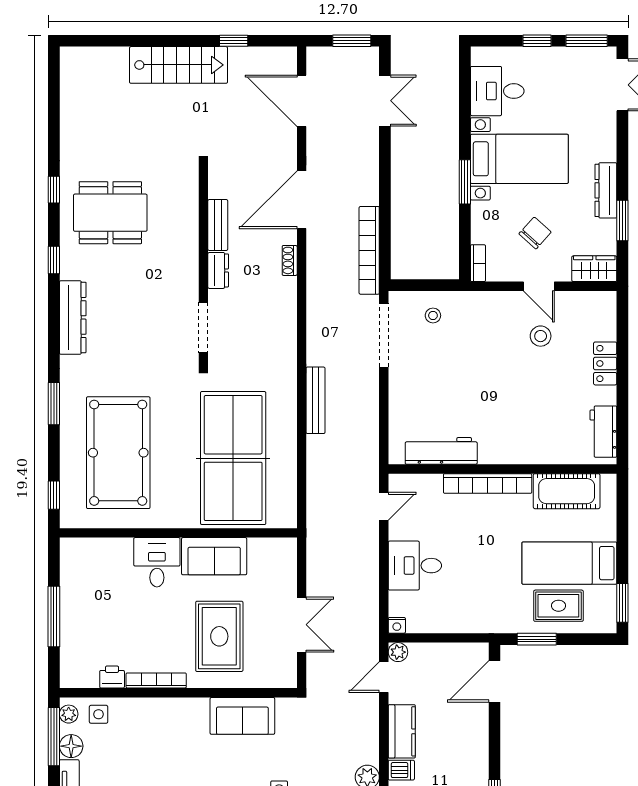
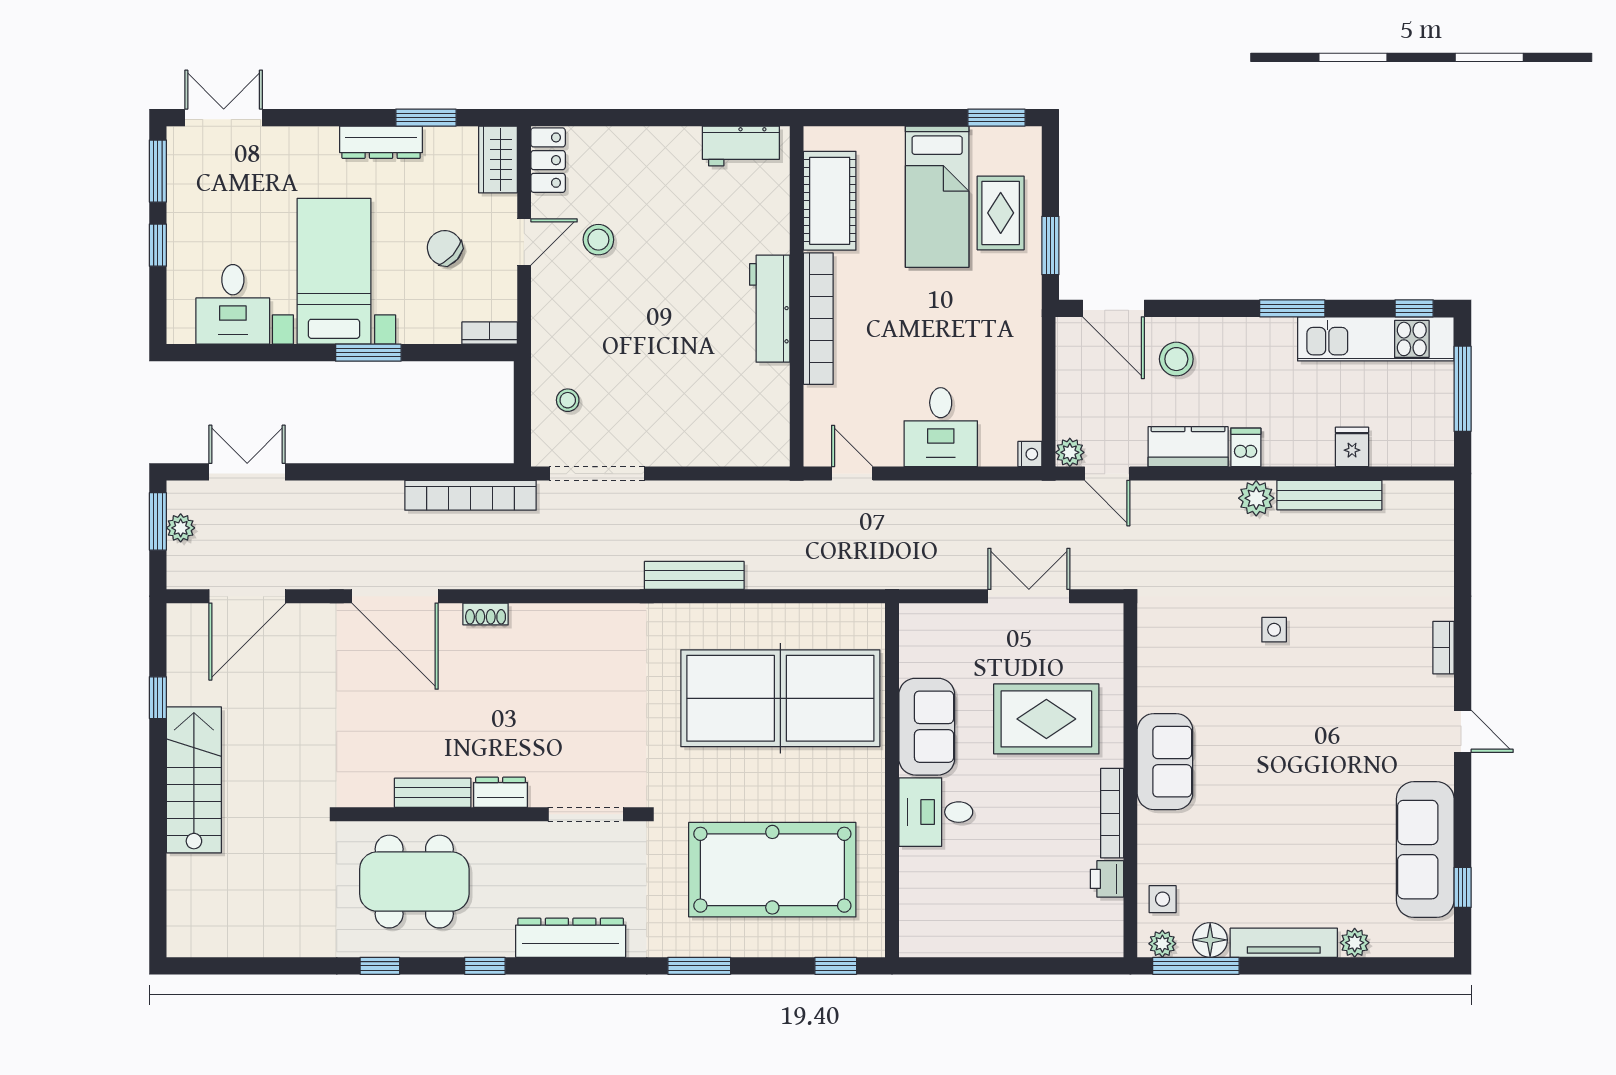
plant: (347, 56) -> (181, 528), added
dining table: (110, 213) -> (414, 882), turned 90
bench: (218, 225) -> (433, 793), moved
wall: (203, 265) -> (492, 814), moved
dresser: (218, 270) -> (501, 792), moved
doorway: (203, 327) -> (586, 814), moved
locker: (605, 363) -> (548, 160), moved, turned -90
workbench: (441, 451) -> (770, 309), moved
window: (54, 616) -> (1017, 966), removed
sofa: (242, 716) -> (1165, 762), moved
stool: (461, 723) -> (1176, 359), added

